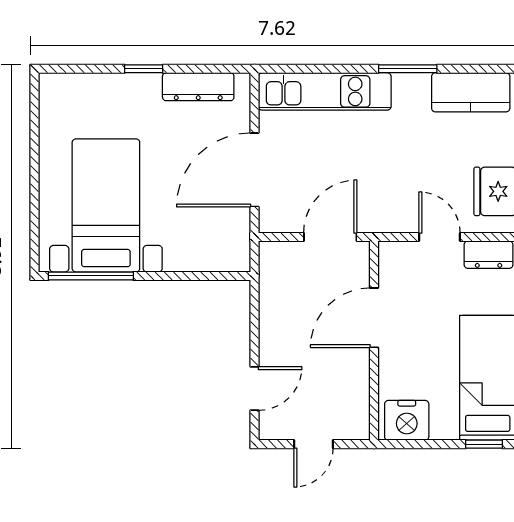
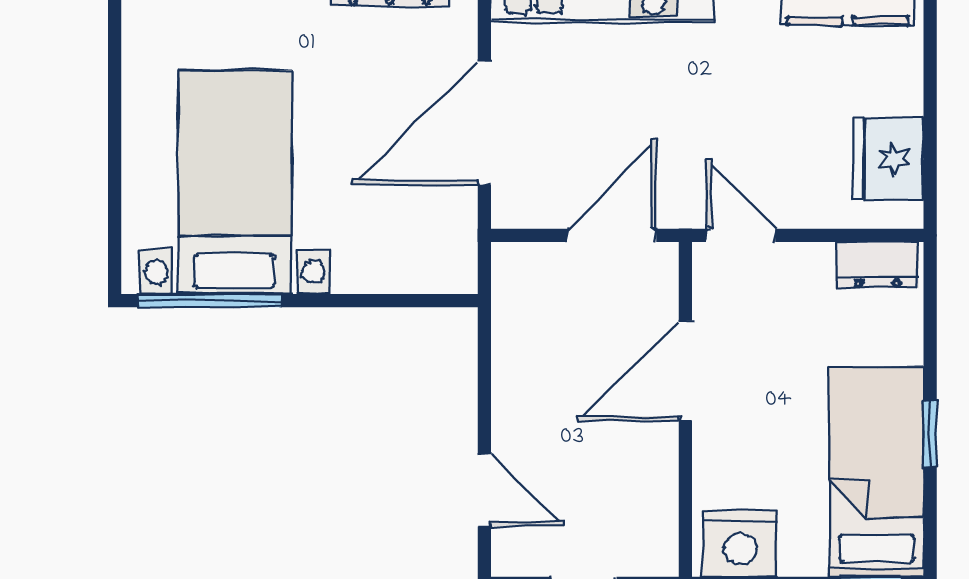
door: (440, 237) -> (741, 235), moved
door: (254, 389) -> (484, 490), hinge flipped

